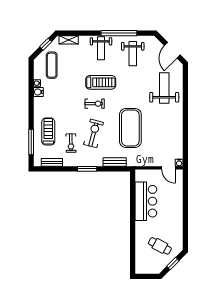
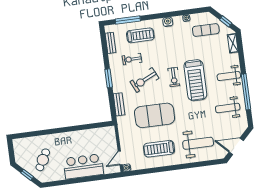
treadmill: (101, 82) -> (195, 80), width x1.37, depth x1.38
water cooler: (38, 92) -> (168, 22), moved
treadmill: (164, 128) -> (159, 149), added
exercise bike: (94, 133) -> (144, 80), turned 140
bar counter: (146, 201) -> (83, 166), moved, turned 180

